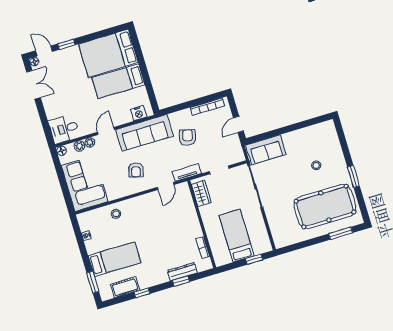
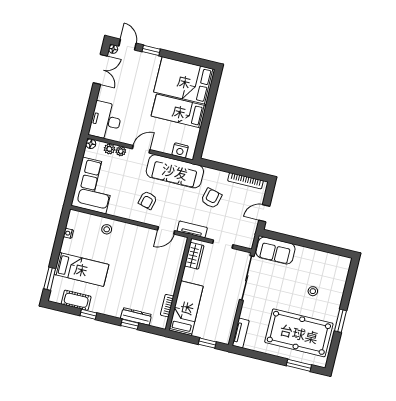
desk: (64, 129) -> (106, 121), width x1.37
tv unit: (277, 235) -> (241, 333), added
bed: (237, 236) -> (186, 308), moved

